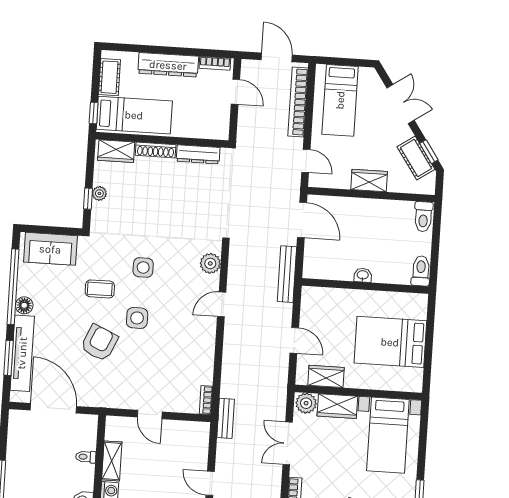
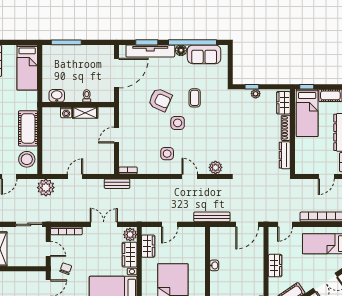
sofa: (50, 249) -> (204, 54), moved, turned -90
side table: (143, 267) -> (167, 154), moved

